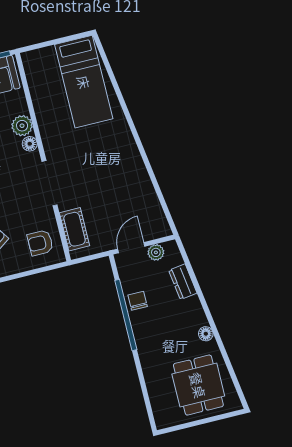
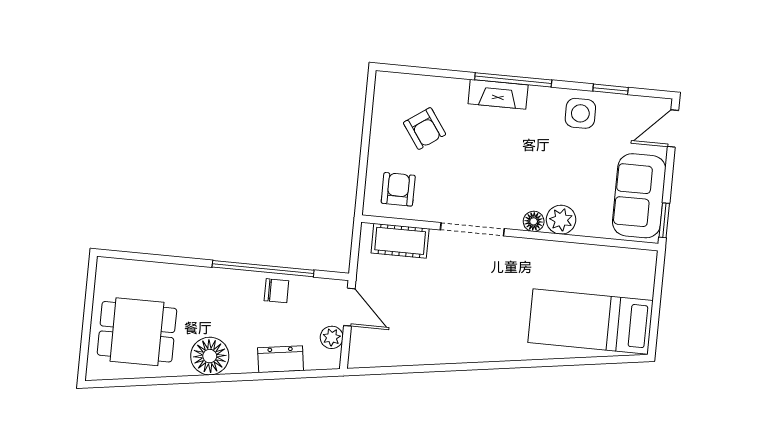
floor lamp: (206, 334) -> (210, 356), width x1.89, depth x1.89

